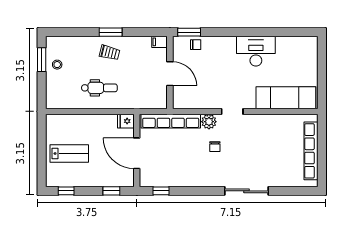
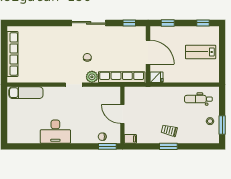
dental chair: (99, 88) -> (198, 99), moved
exam couch: (286, 98) -> (26, 93), width x0.73, depth x0.69
sliding door: (247, 191) -> (89, 23), moved

